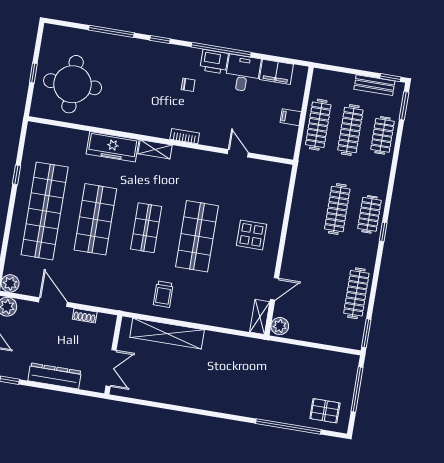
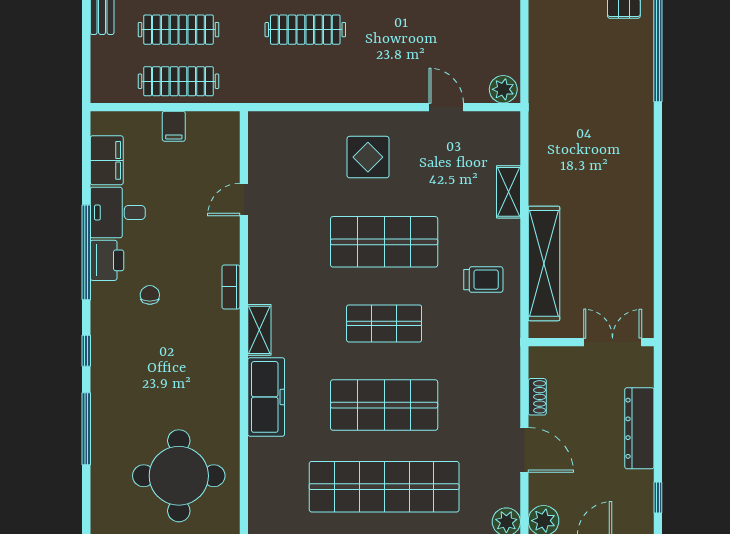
door: (53, 302) -> (524, 450), swing flipped
shelving: (260, 317) -> (508, 192), moved, turned 90

